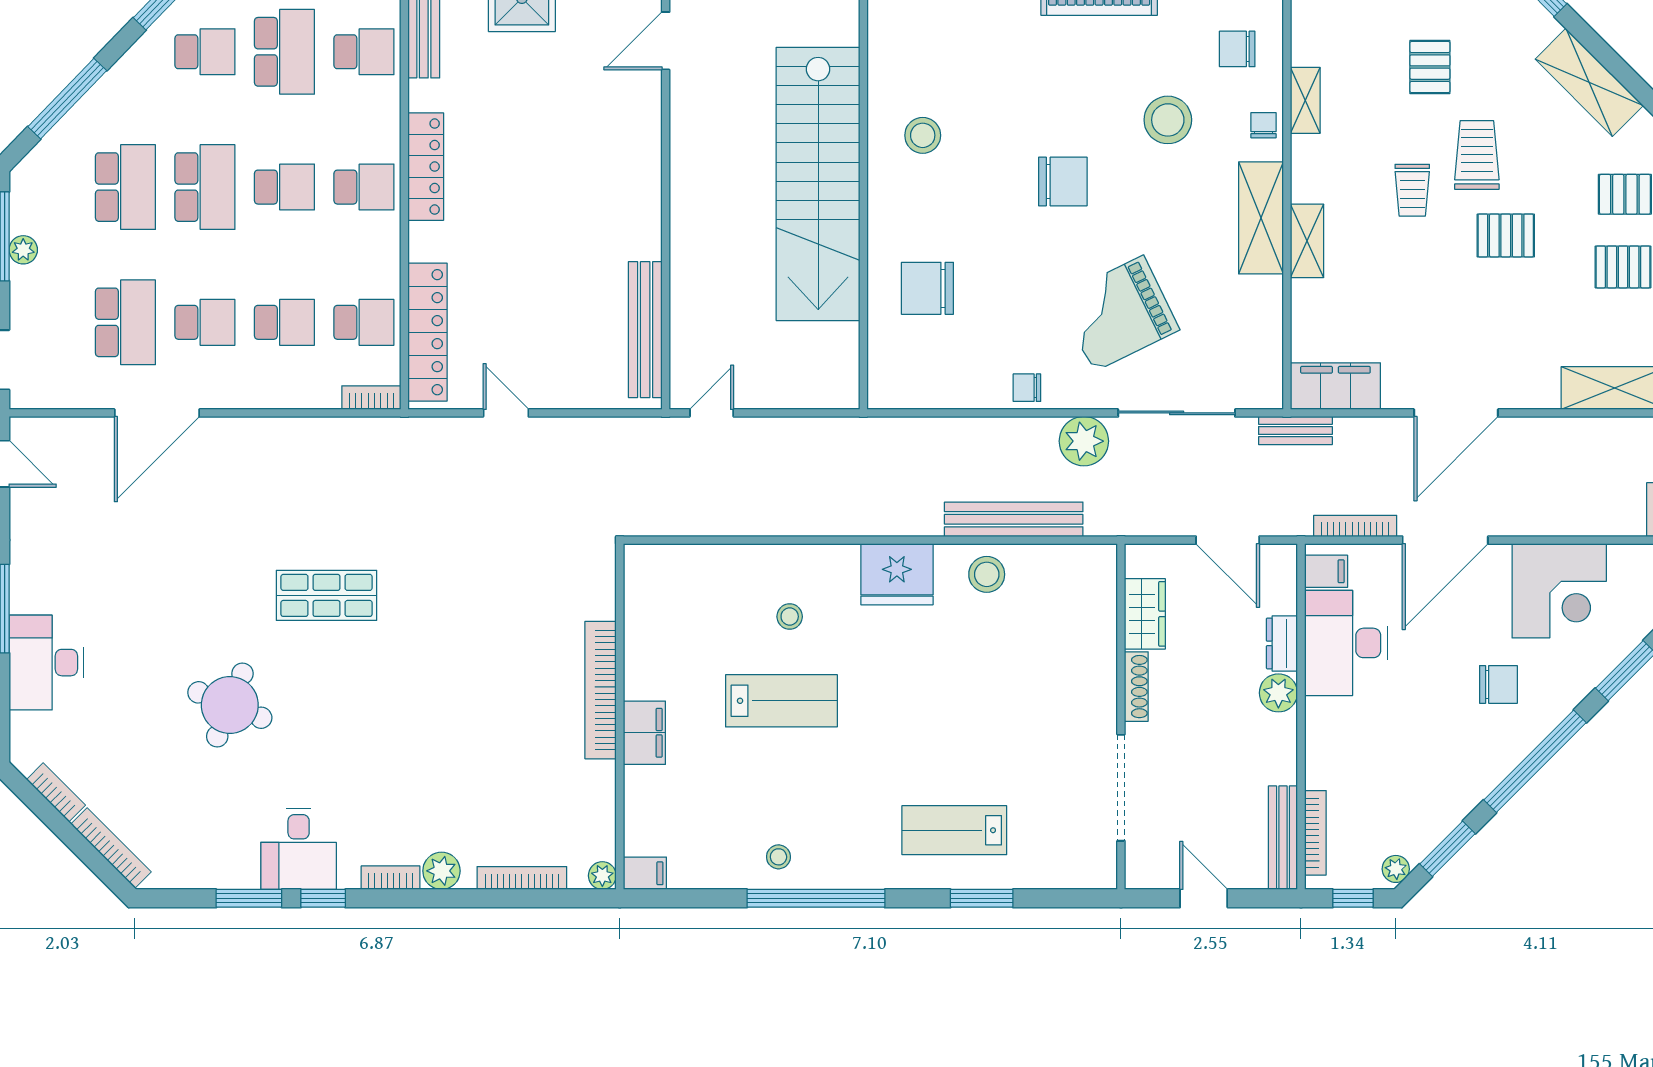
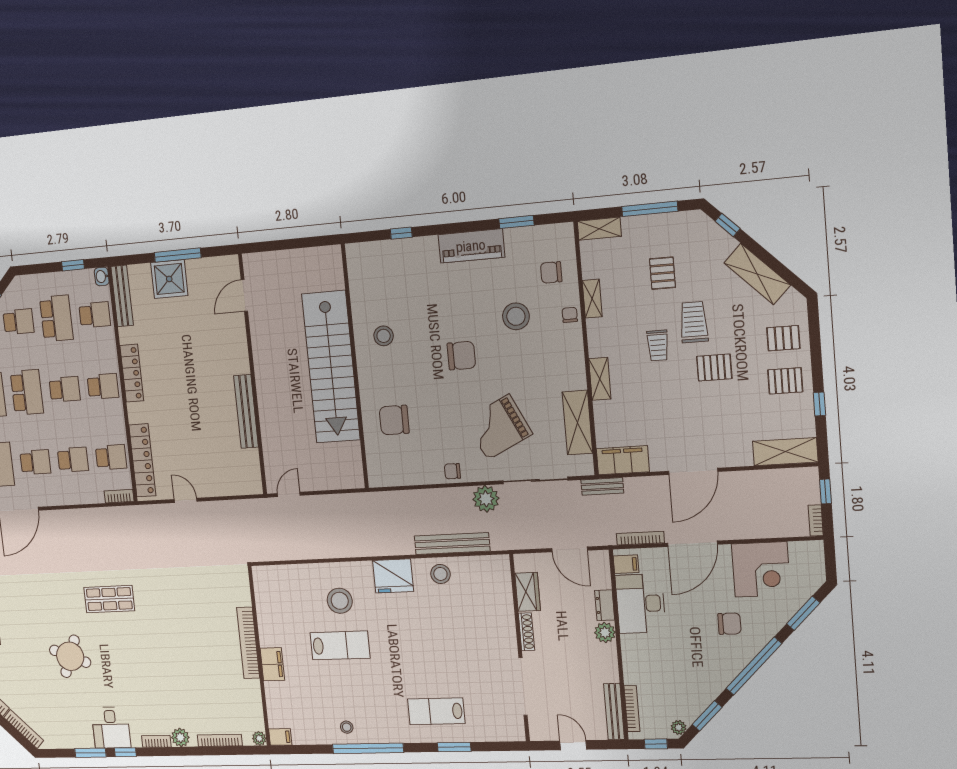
shelving: (1261, 218) -> (577, 423), moved
bench: (645, 330) -> (246, 411), moved
stool: (790, 617) -> (340, 601), width x1.89, depth x1.89

